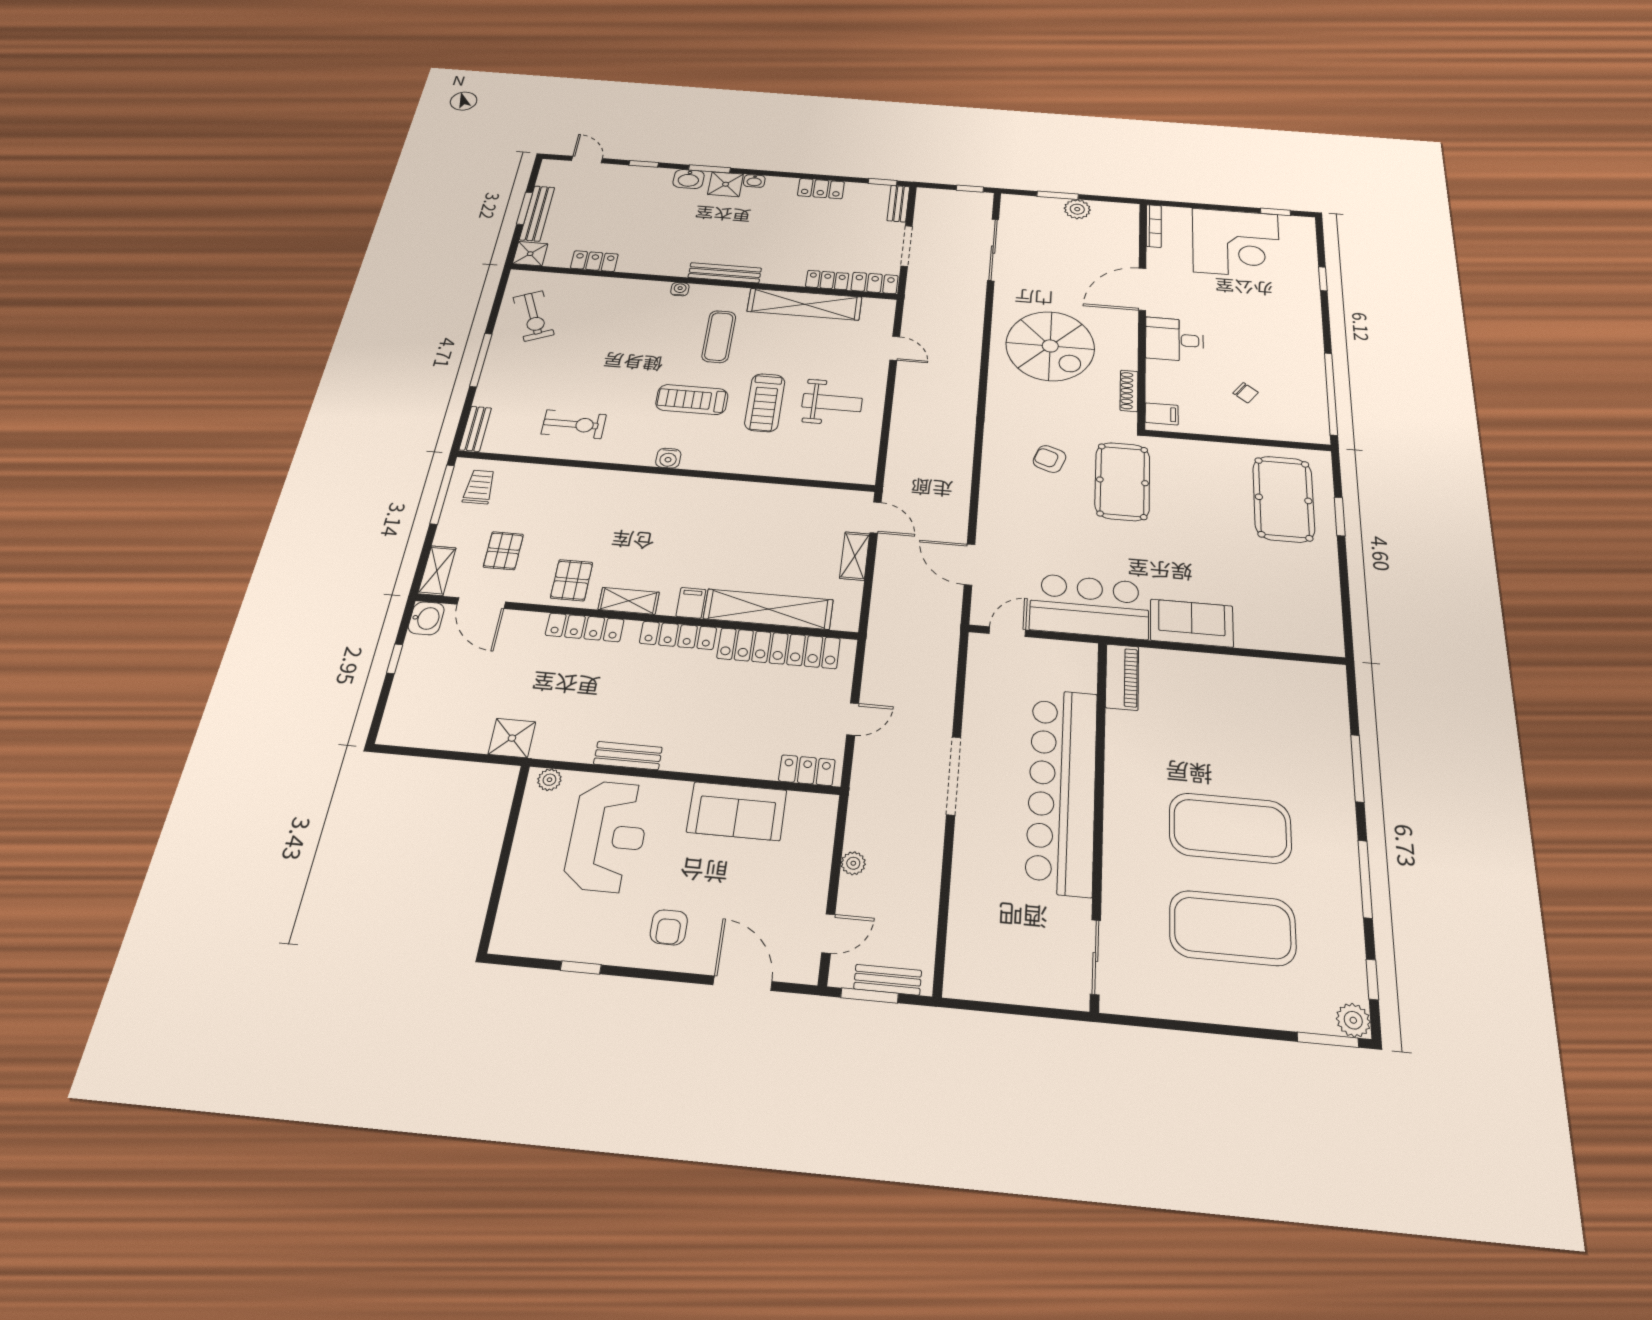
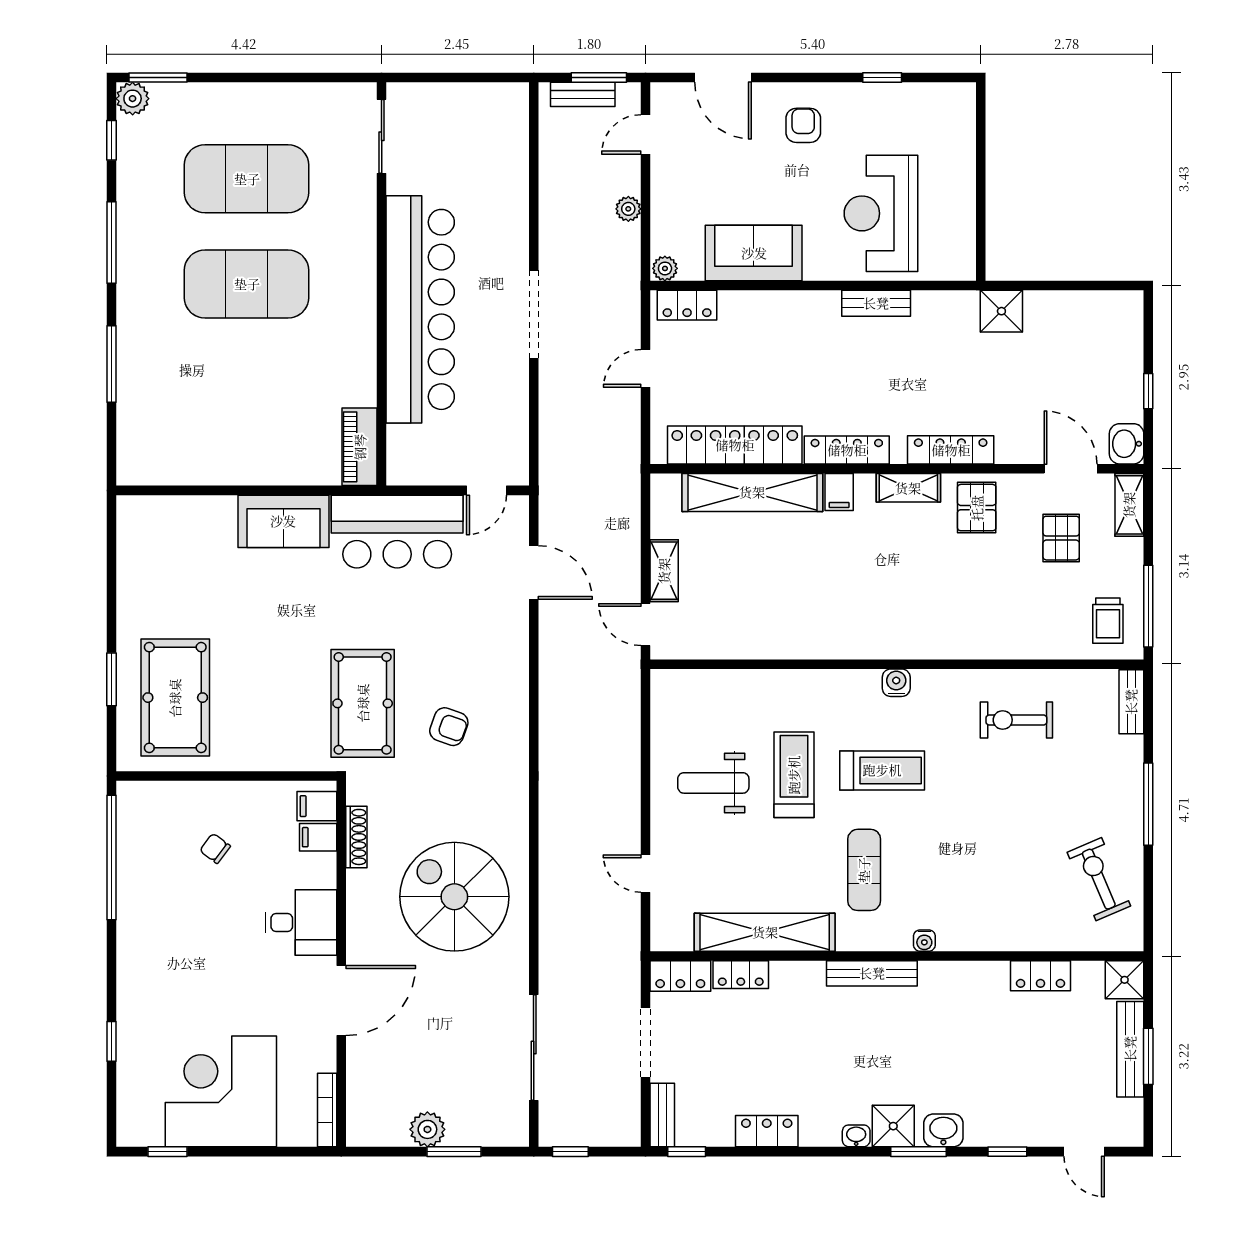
filing cabinet: (1161, 393) -> (318, 837), added
plant: (549, 780) -> (665, 268), moved

